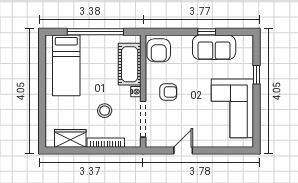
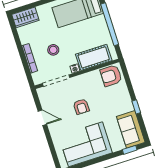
sofa: (214, 47) -> (131, 129), moved
window: (256, 75) -> (130, 150), moved
armchair: (168, 92) -> (81, 107), moved
wardrobe: (70, 138) -> (25, 17), moved, turned 90

